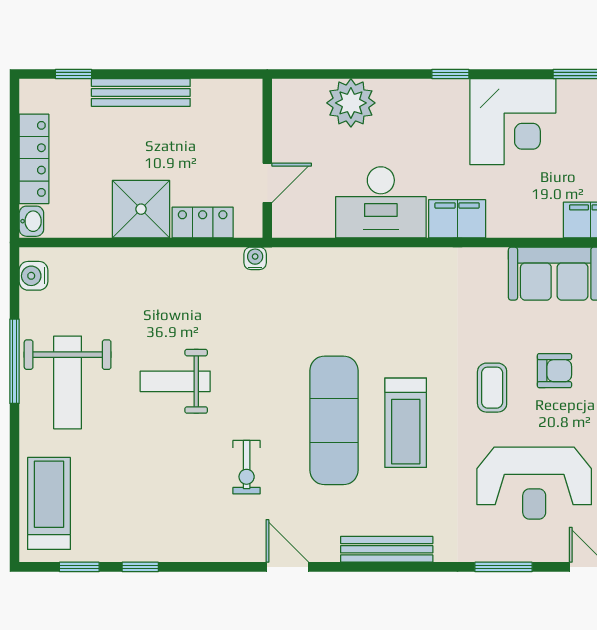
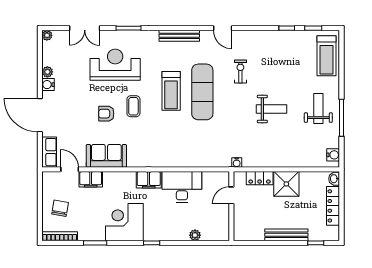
plant: (351, 103) -> (195, 235), width x0.53, depth x0.53
weight bench: (68, 382) -> (318, 108), width x0.73, depth x0.75
treadmill: (406, 423) -> (171, 91), turned 180

